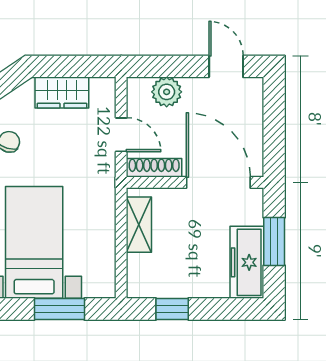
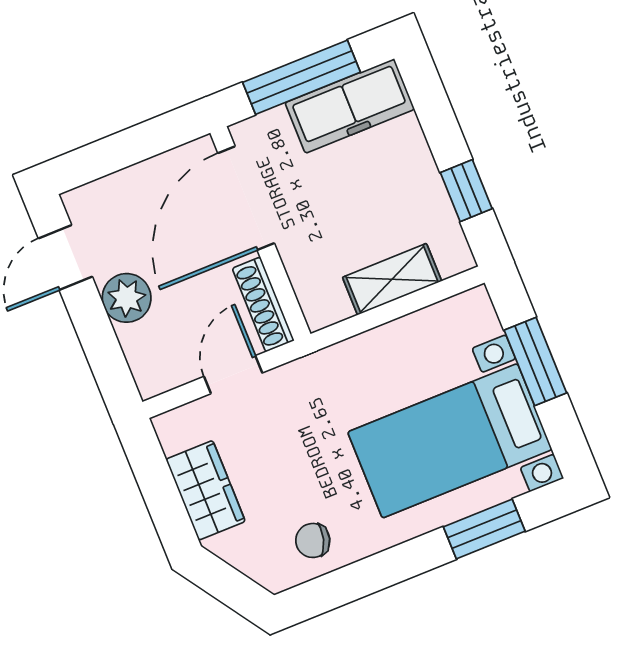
plant: (167, 92) -> (127, 298), moved
shelving: (139, 225) -> (392, 279), moved
window: (274, 242) -> (301, 77), width x1.44

